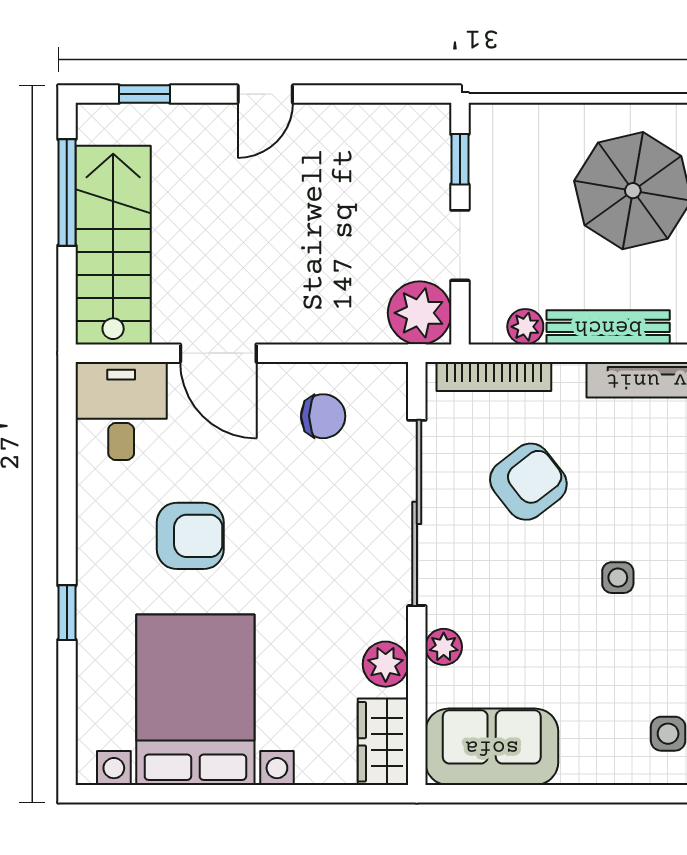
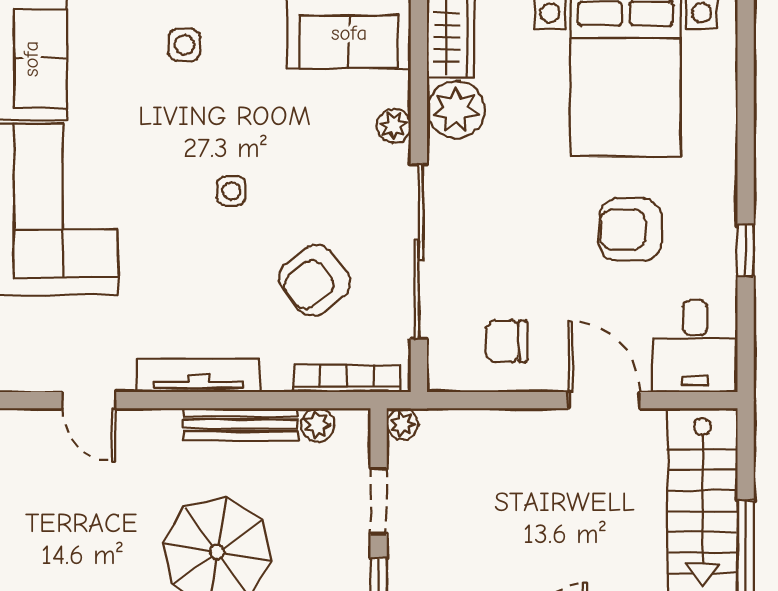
plant: (420, 313) -> (402, 424), width x0.53, depth x0.53
window: (67, 613) -> (746, 250), moved
plant: (386, 664) -> (456, 110), width x1.36, depth x1.36

